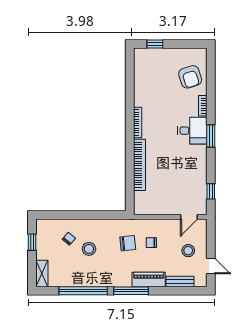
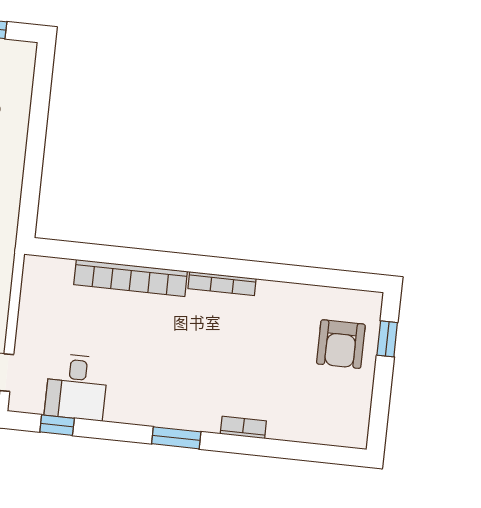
armchair: (190, 77) -> (341, 344), moved, turned -72
desk: (192, 131) -> (76, 387), moved

